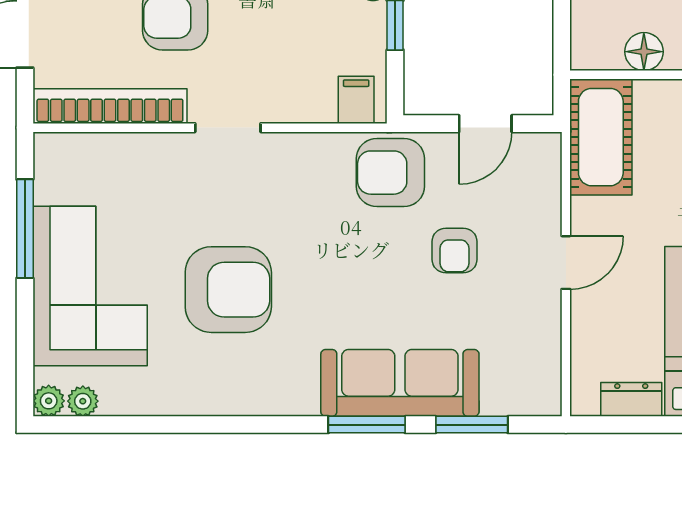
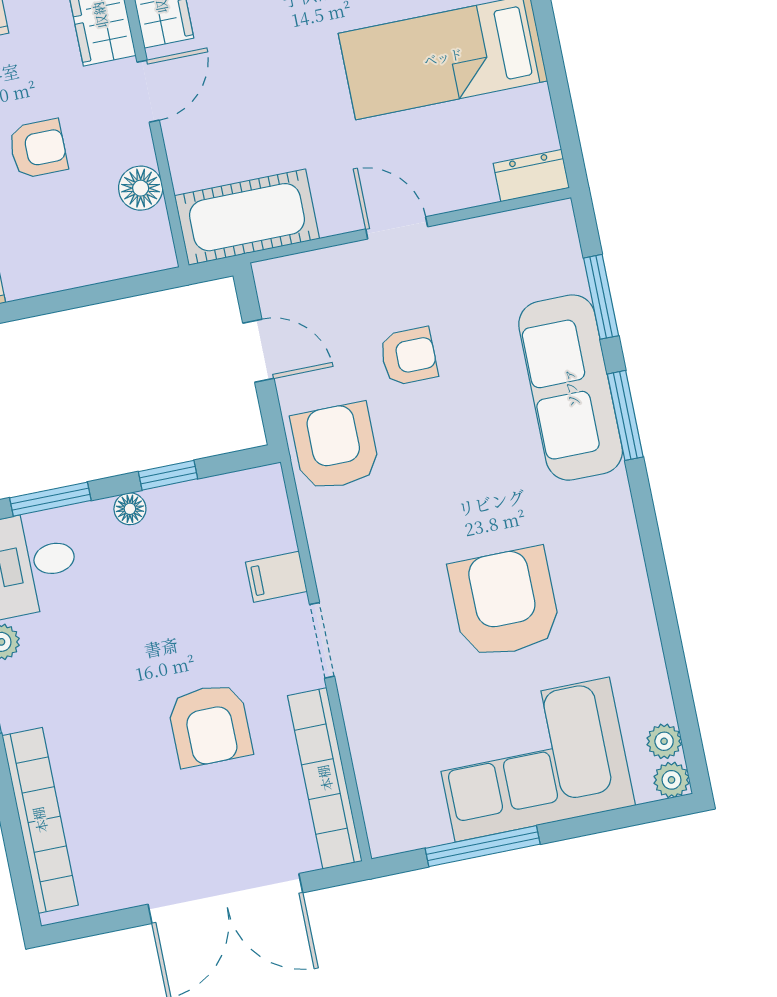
filing cabinet: (356, 100) -> (276, 577), moved
armchair: (390, 173) -> (335, 447), turned 180
dresser: (631, 399) -> (531, 176), moved, turned 90

